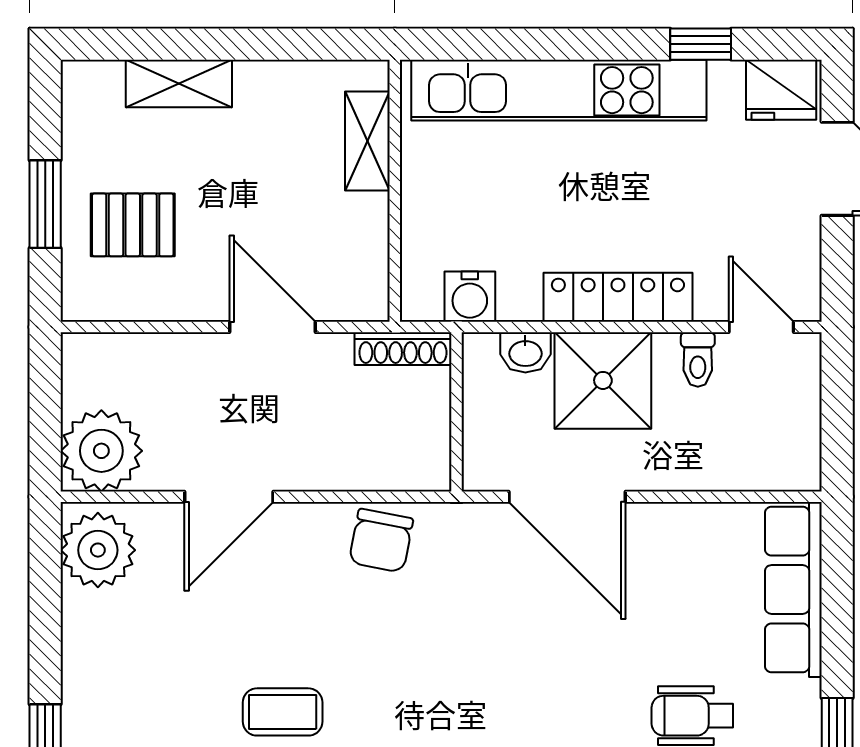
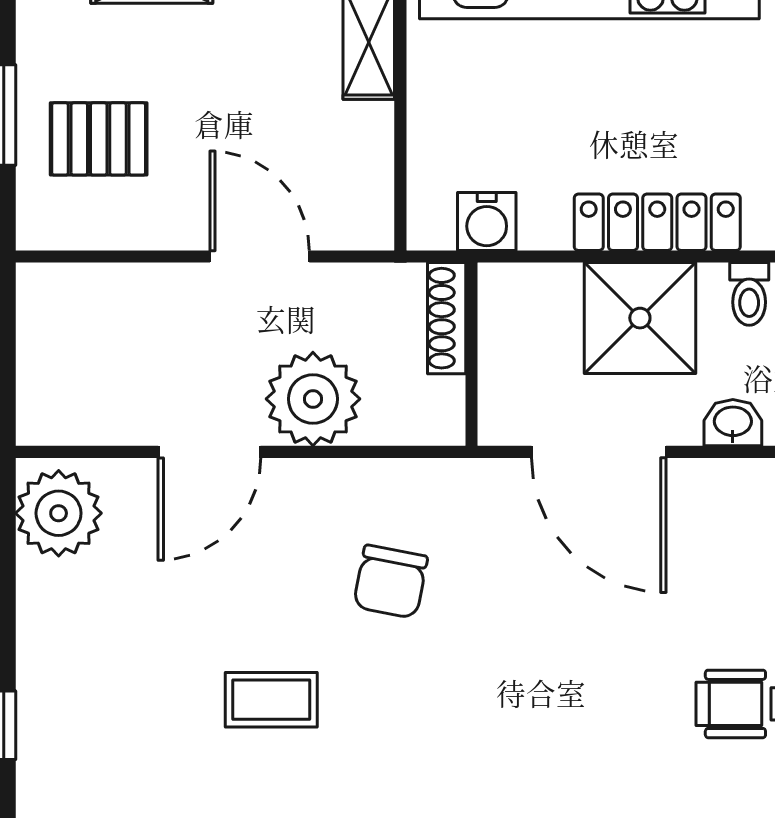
shoe rack: (403, 349) -> (447, 318), moved, turned 90
washbasin: (525, 352) -> (733, 423), moved, turned 180
plant: (101, 451) -> (313, 399), moved
chair: (381, 541) -> (390, 582), moved

